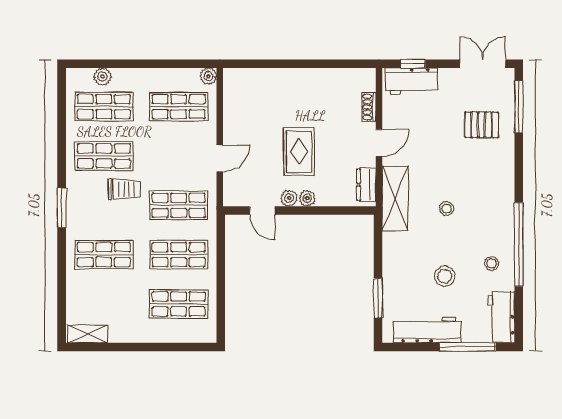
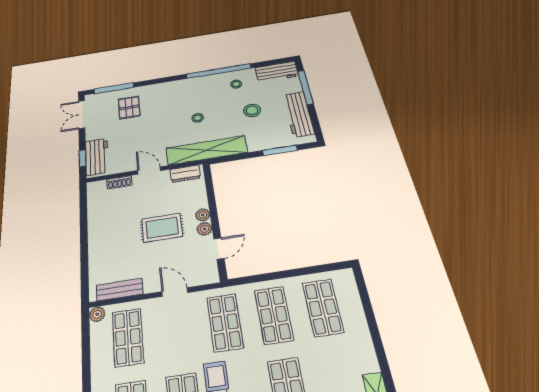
bench: (232, 101) -> (120, 290), added
shelving: (395, 198) -> (207, 150), width x1.47

